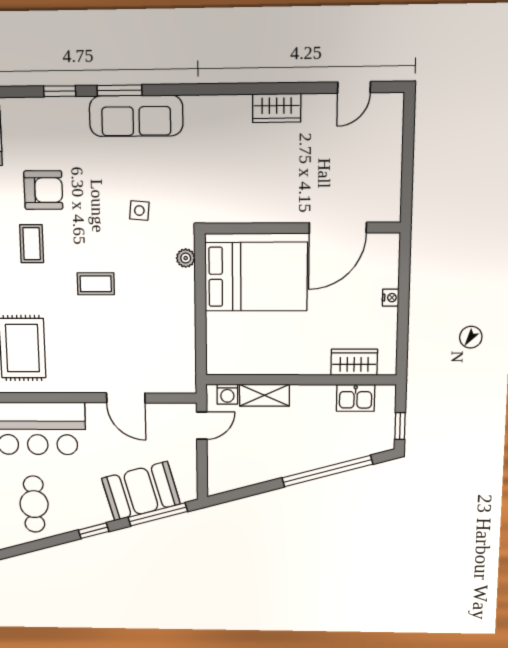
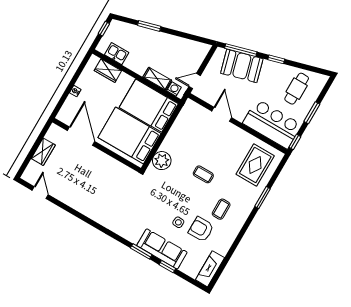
door: (354, 87) -> (40, 193), hinge flipped
wardrobe: (277, 108) -> (43, 152), moved, turned 90
sofa: (136, 116) -> (162, 249), moved
side table: (139, 211) -> (178, 222), moved
door: (338, 228) -> (81, 136), hinge flipped
plant: (186, 258) -> (162, 161), width x1.88, depth x1.88
bed: (253, 344) -> (149, 106), added
window: (327, 471) -> (149, 26), width x0.47

